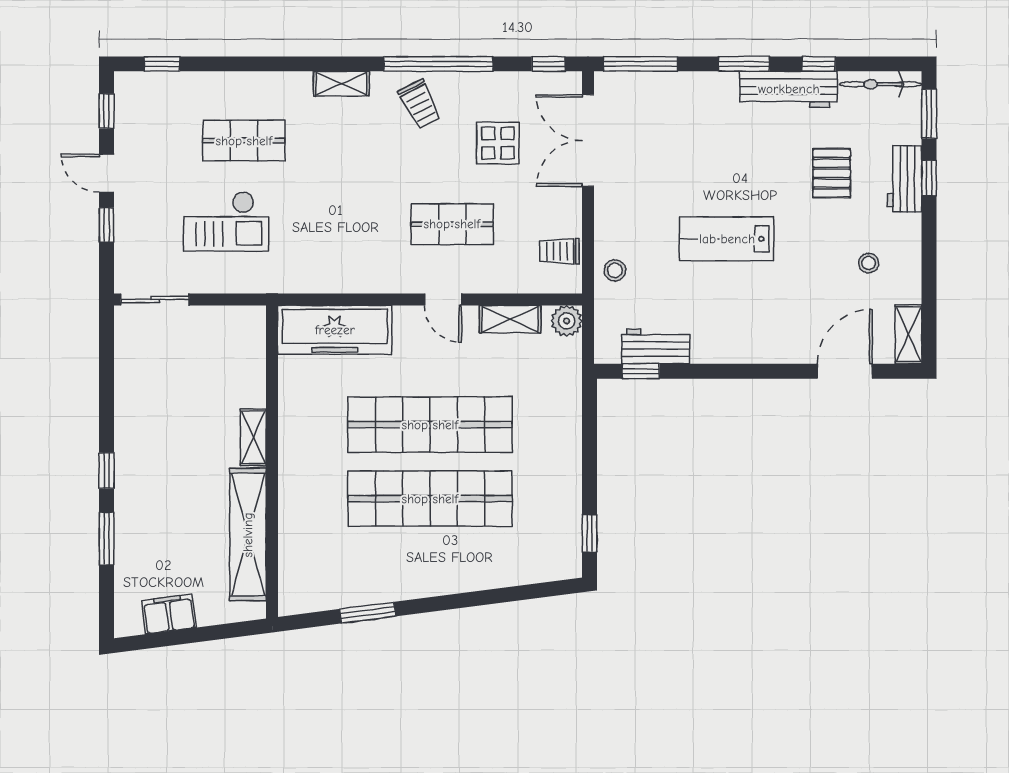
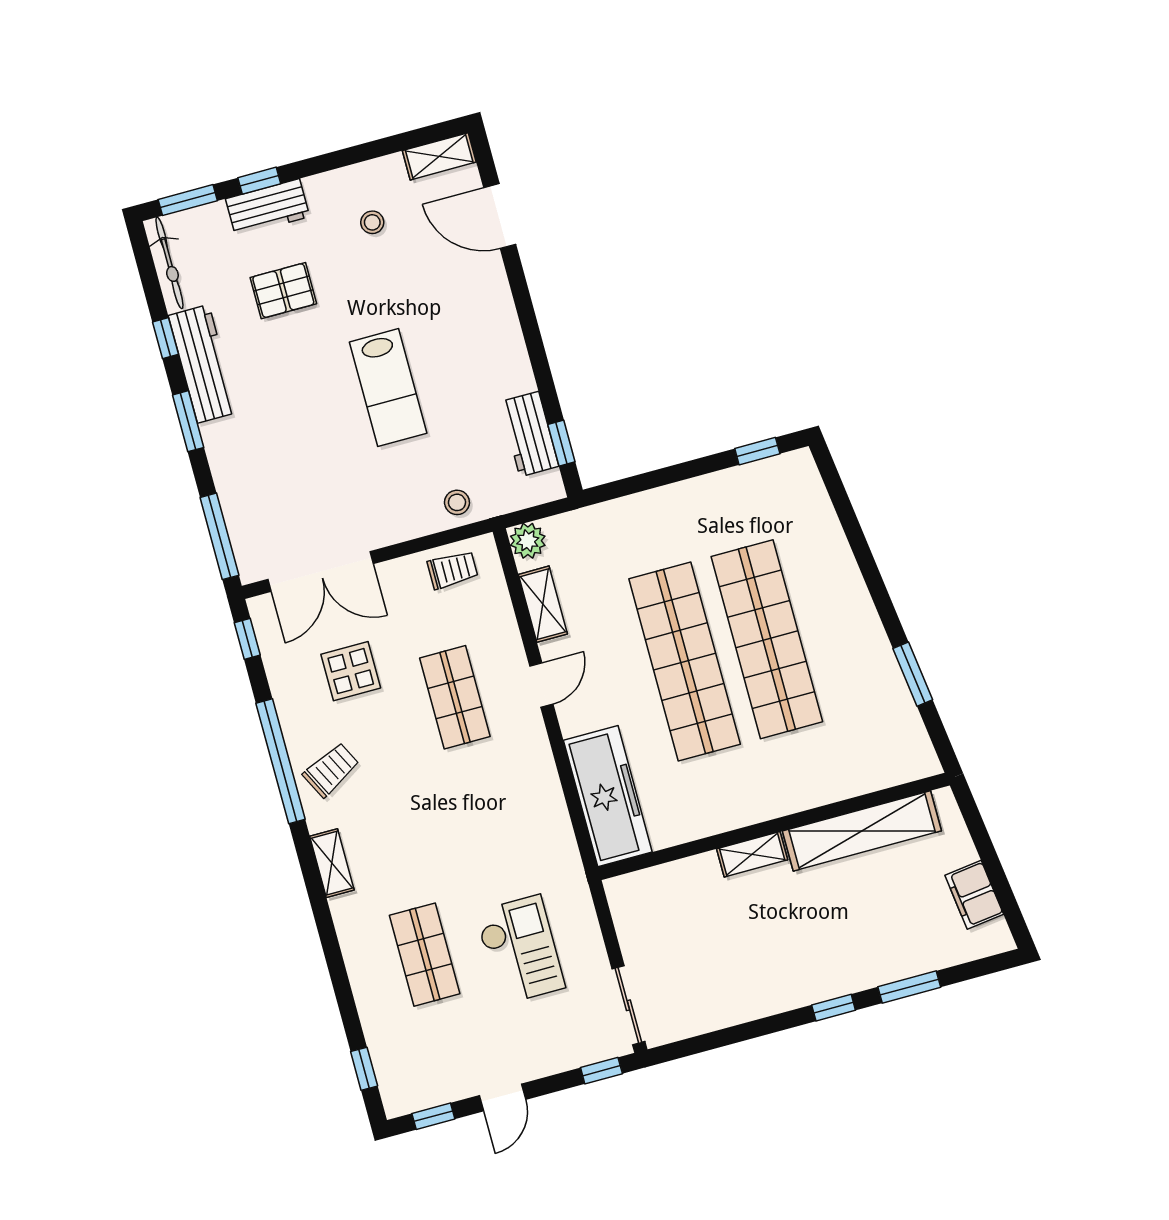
window: (107, 225) -> (601, 1071), moved
trolley: (559, 251) -> (453, 570), turned -90

